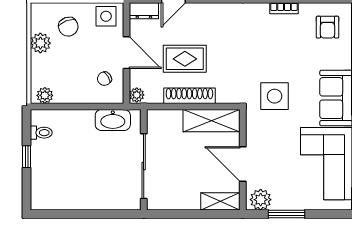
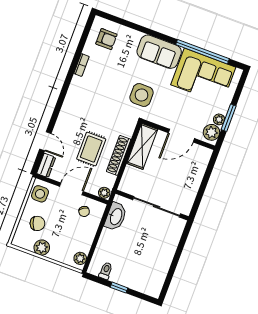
shelving: (220, 201) -> (202, 161), removed
plant: (280, 203) -> (219, 119), added

